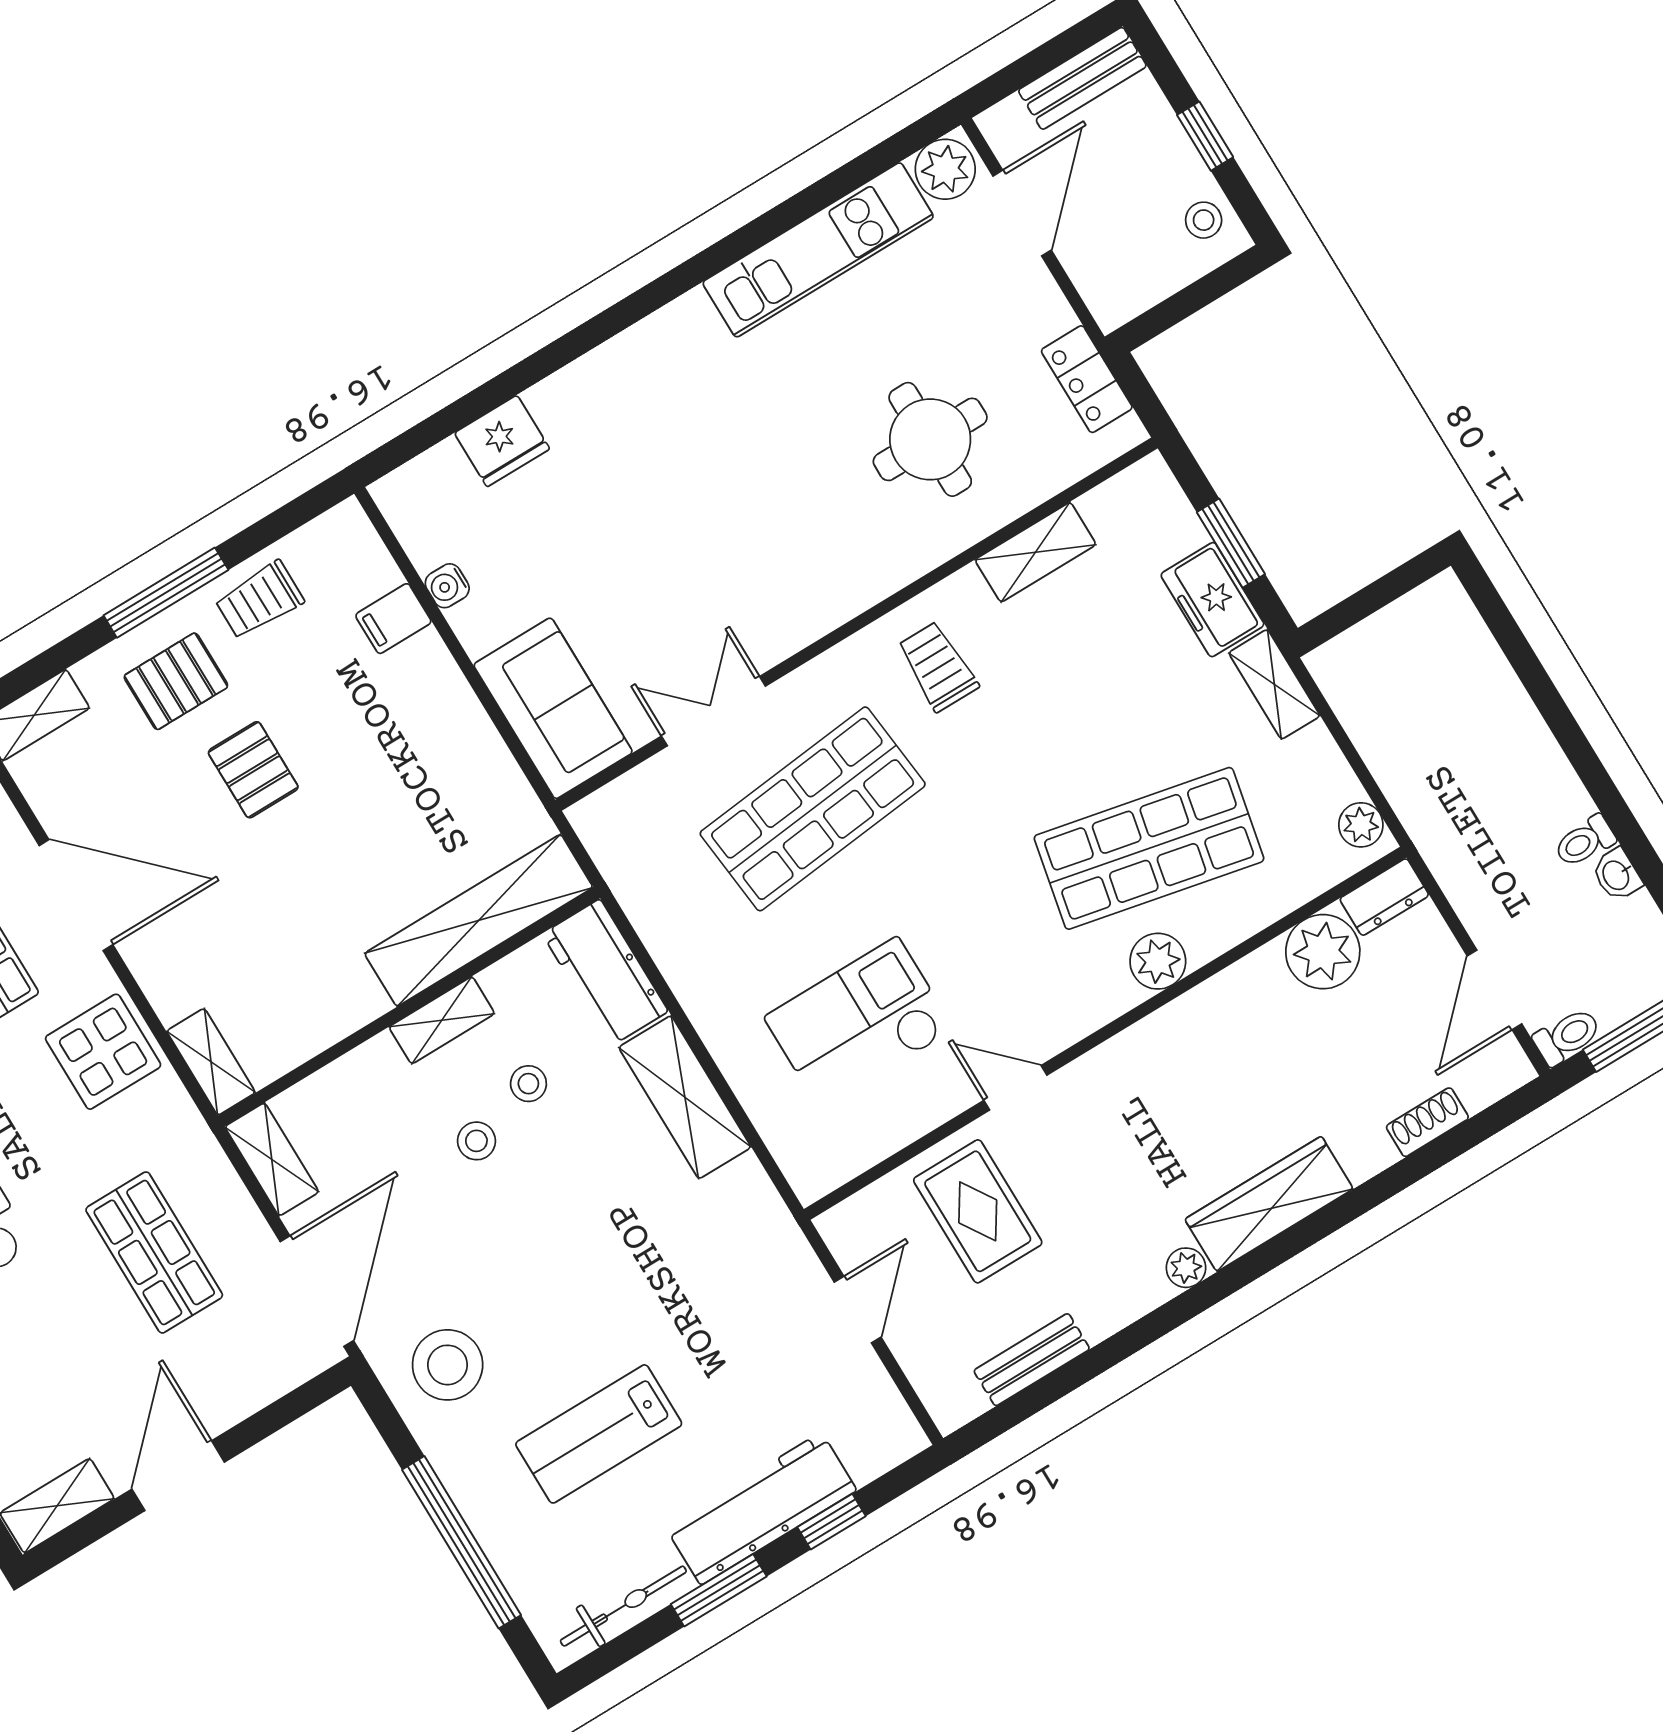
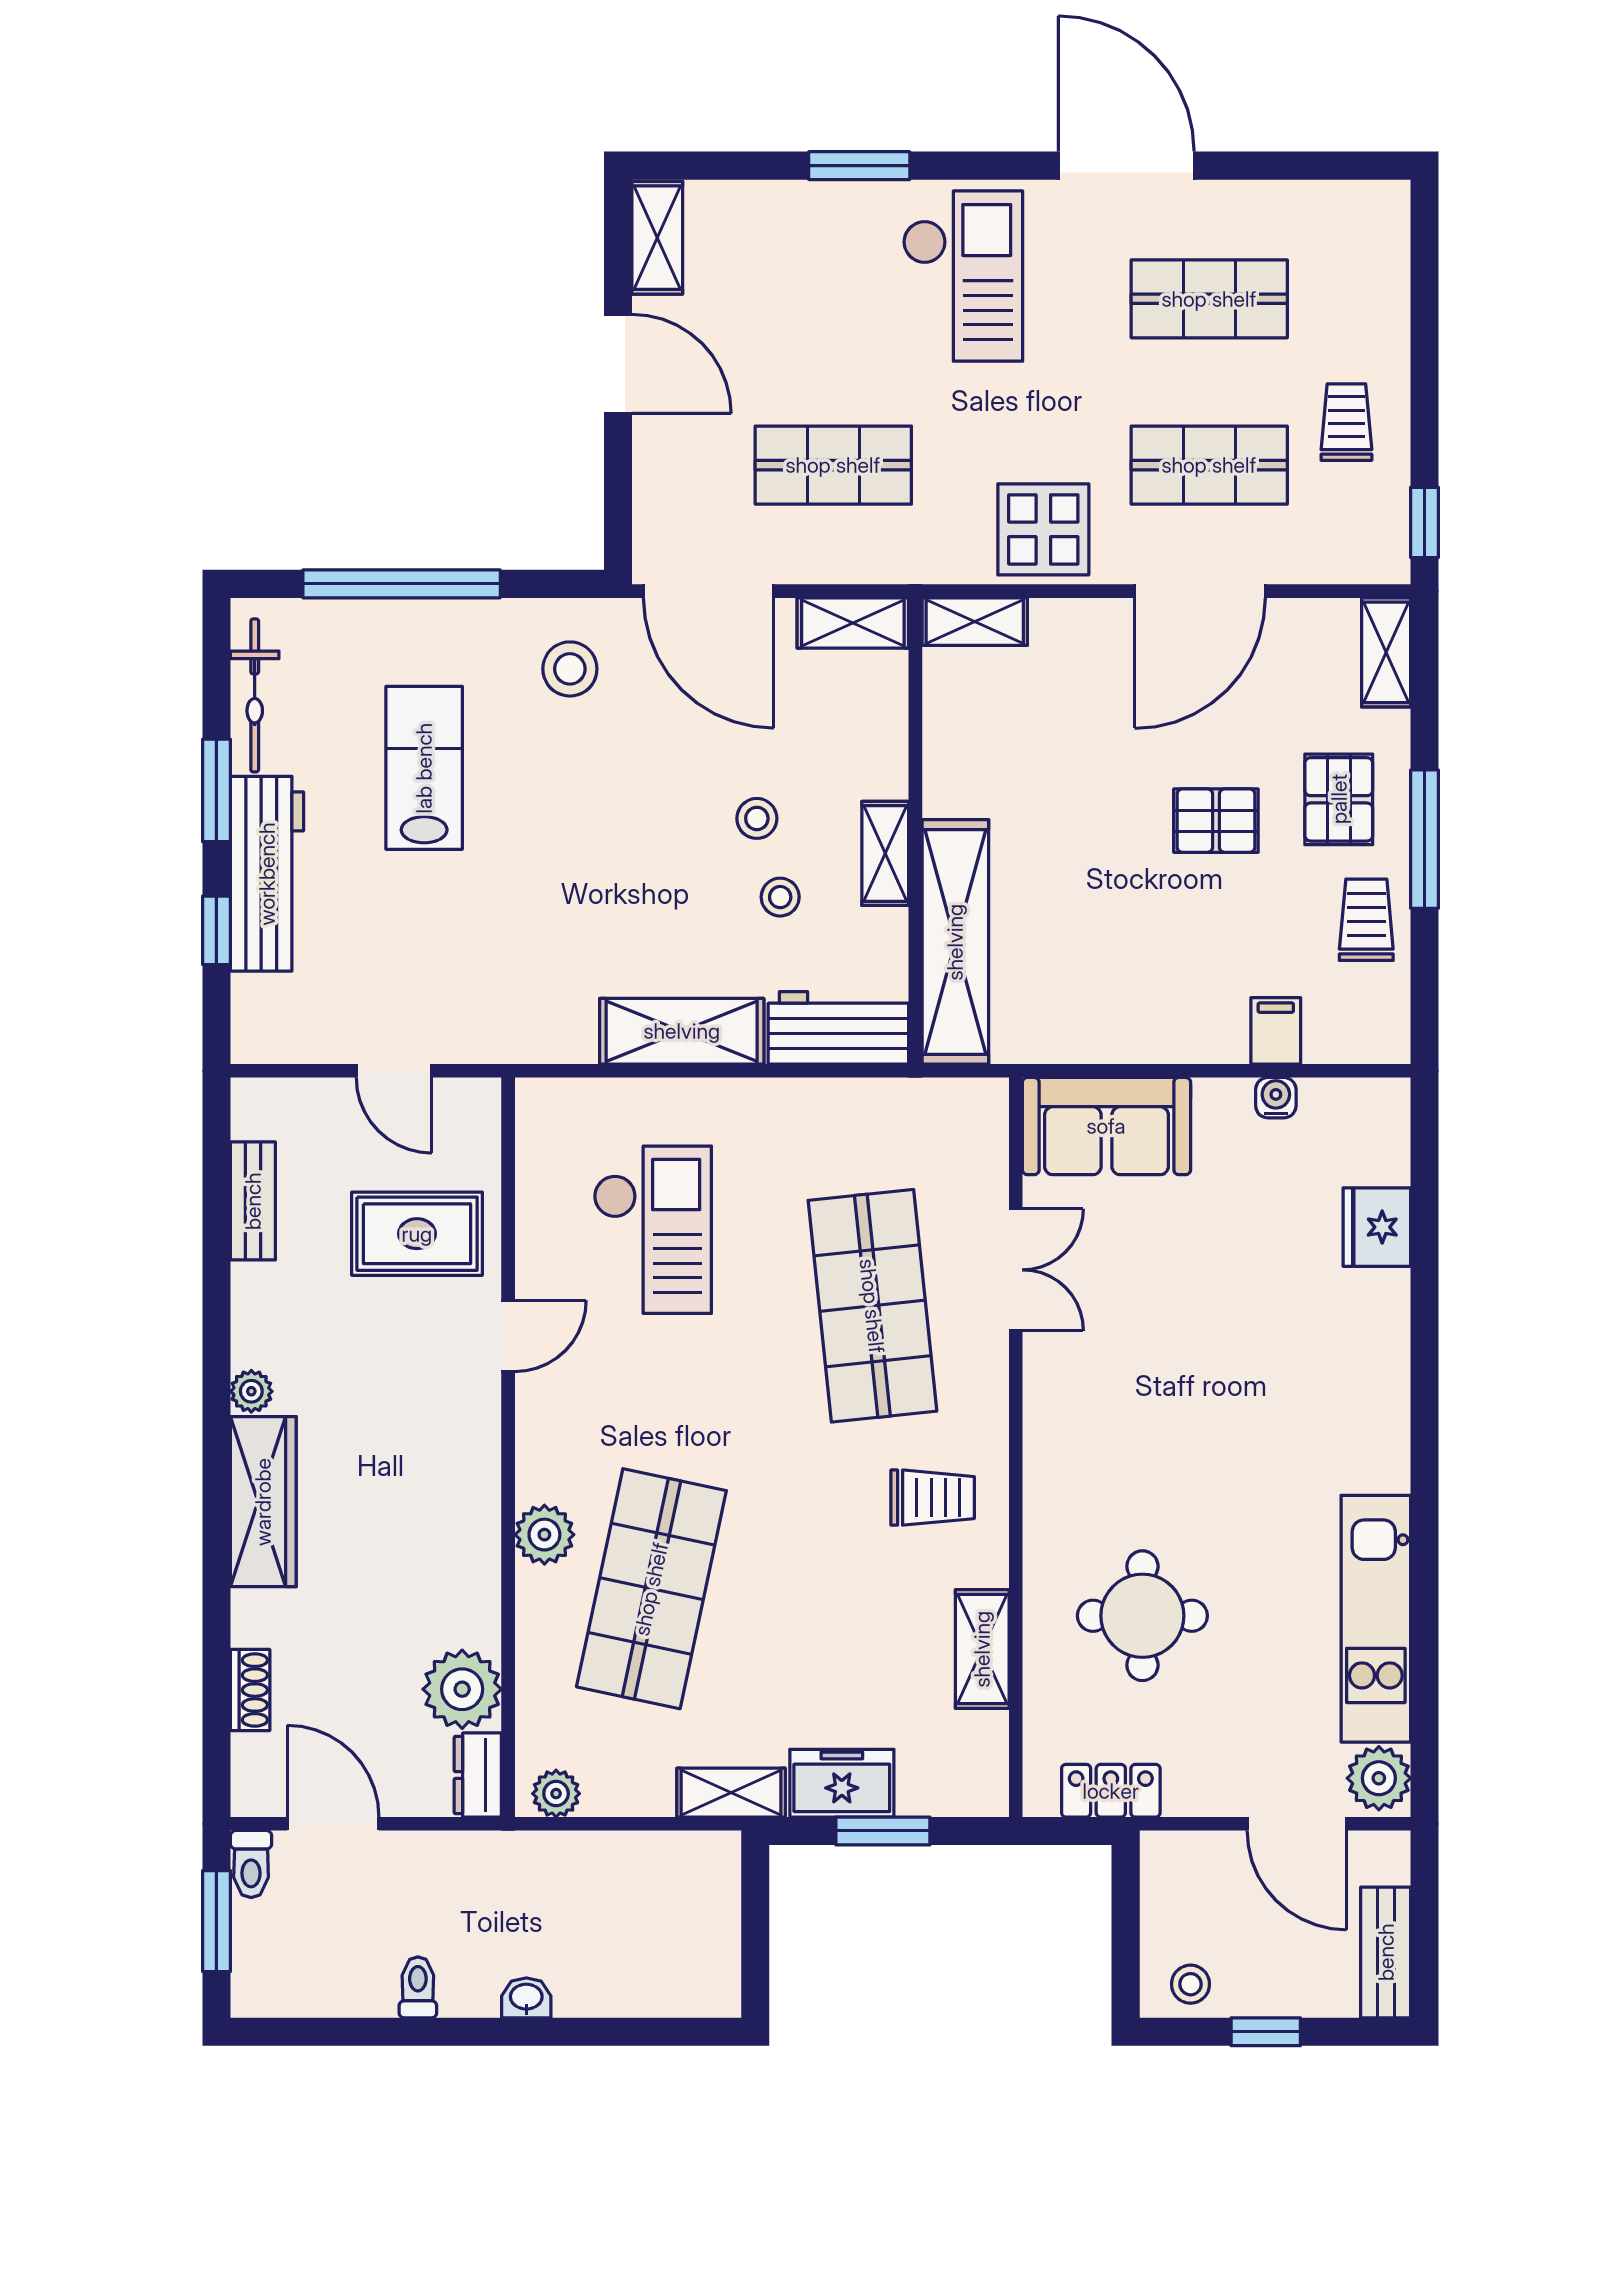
washbasin: (1617, 875) -> (526, 1998), moved
stool: (448, 1365) -> (570, 669), width x0.73, depth x0.73

